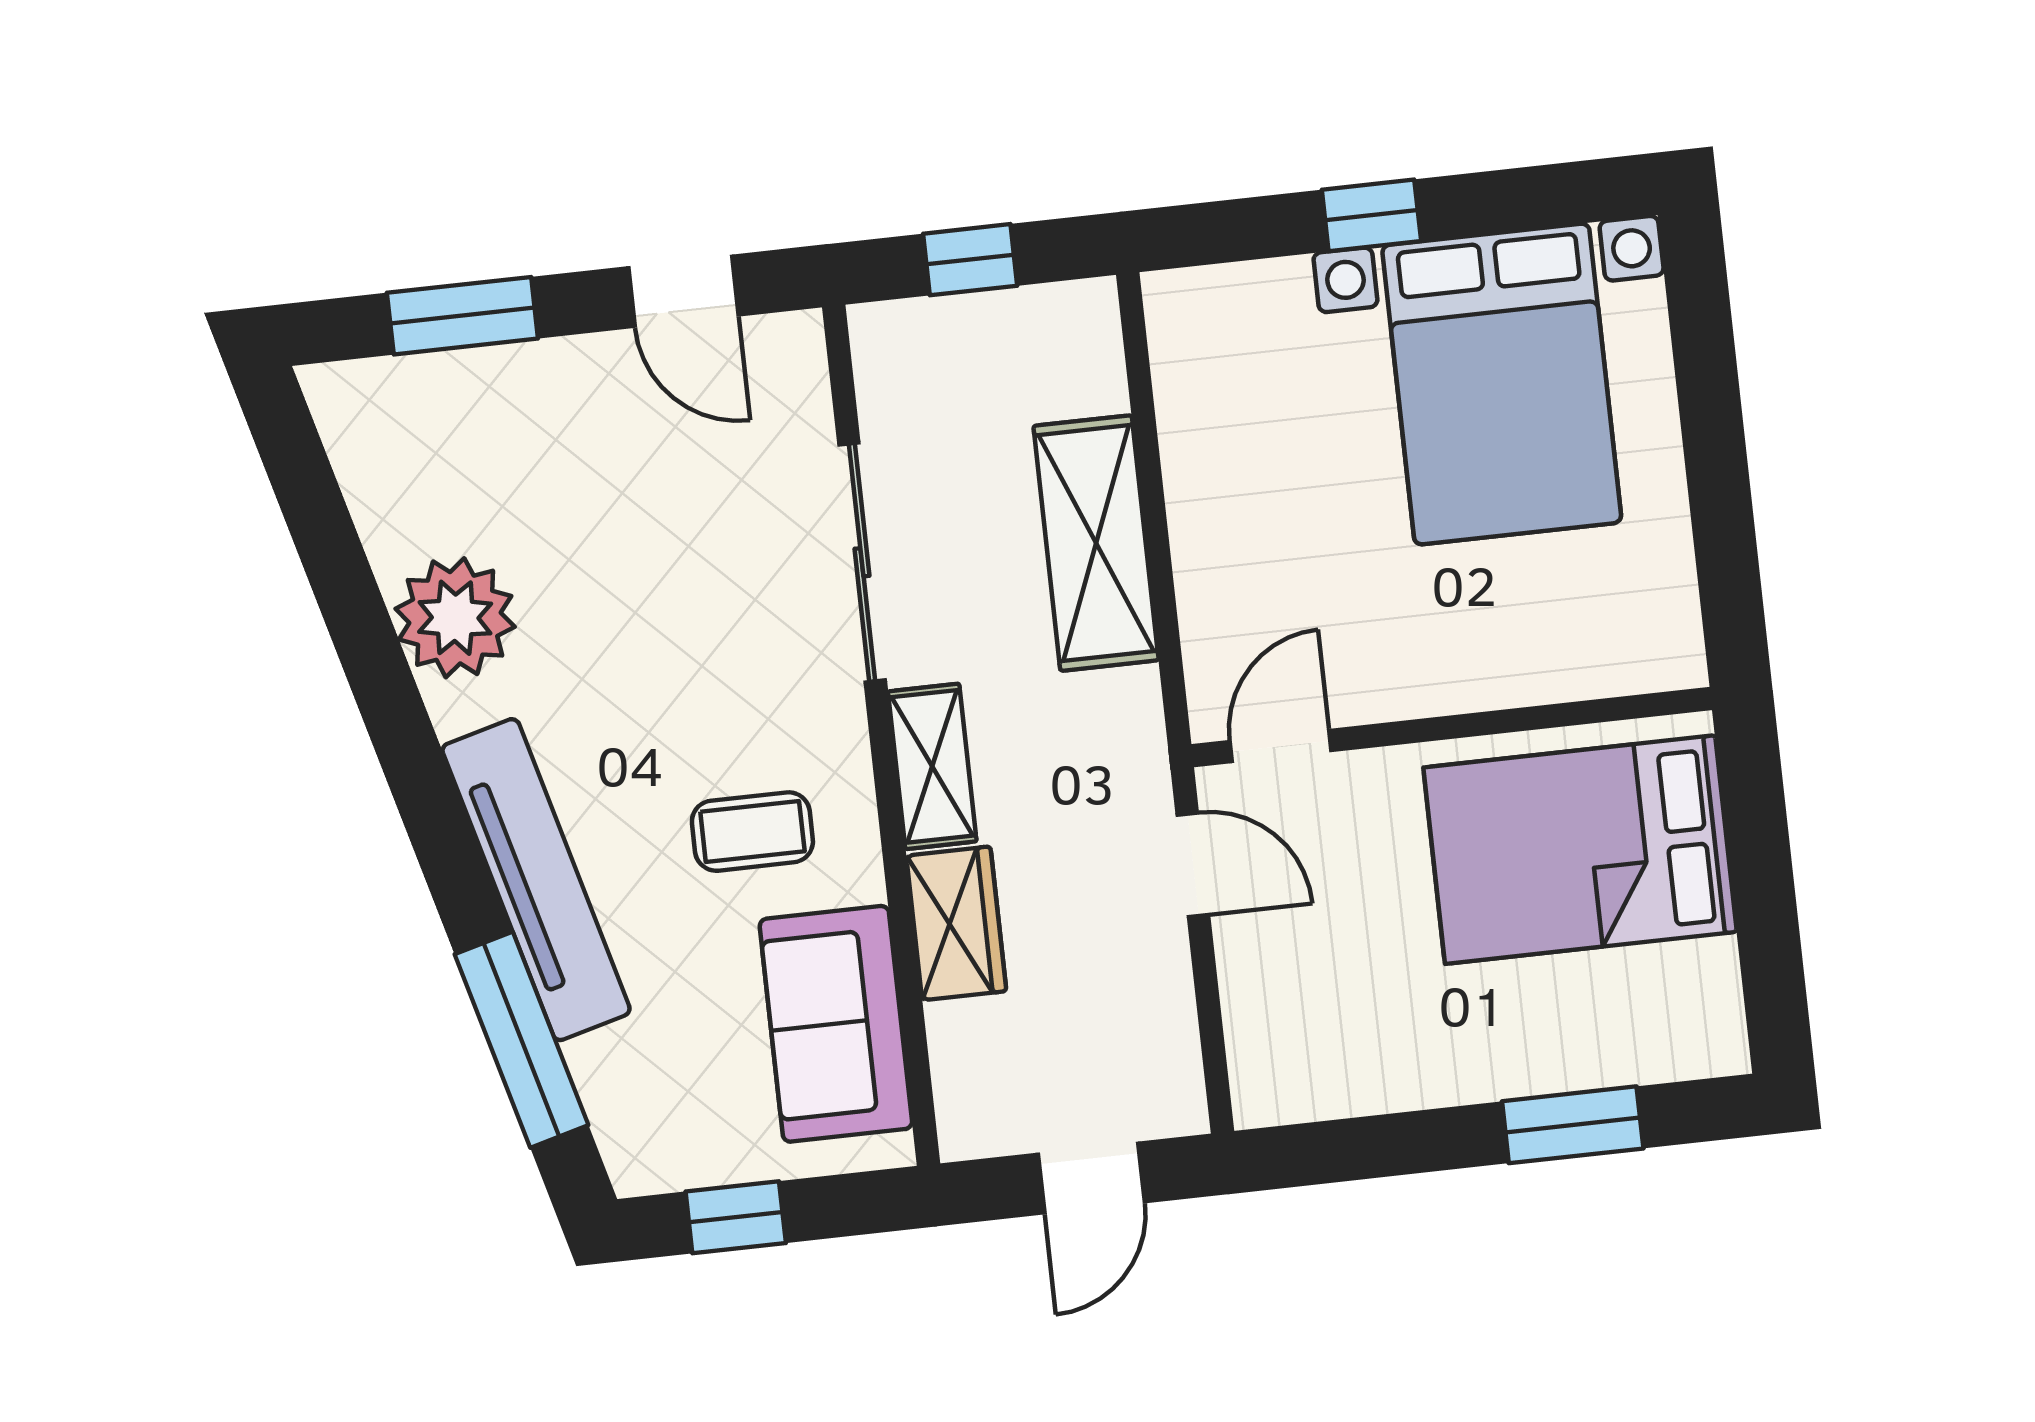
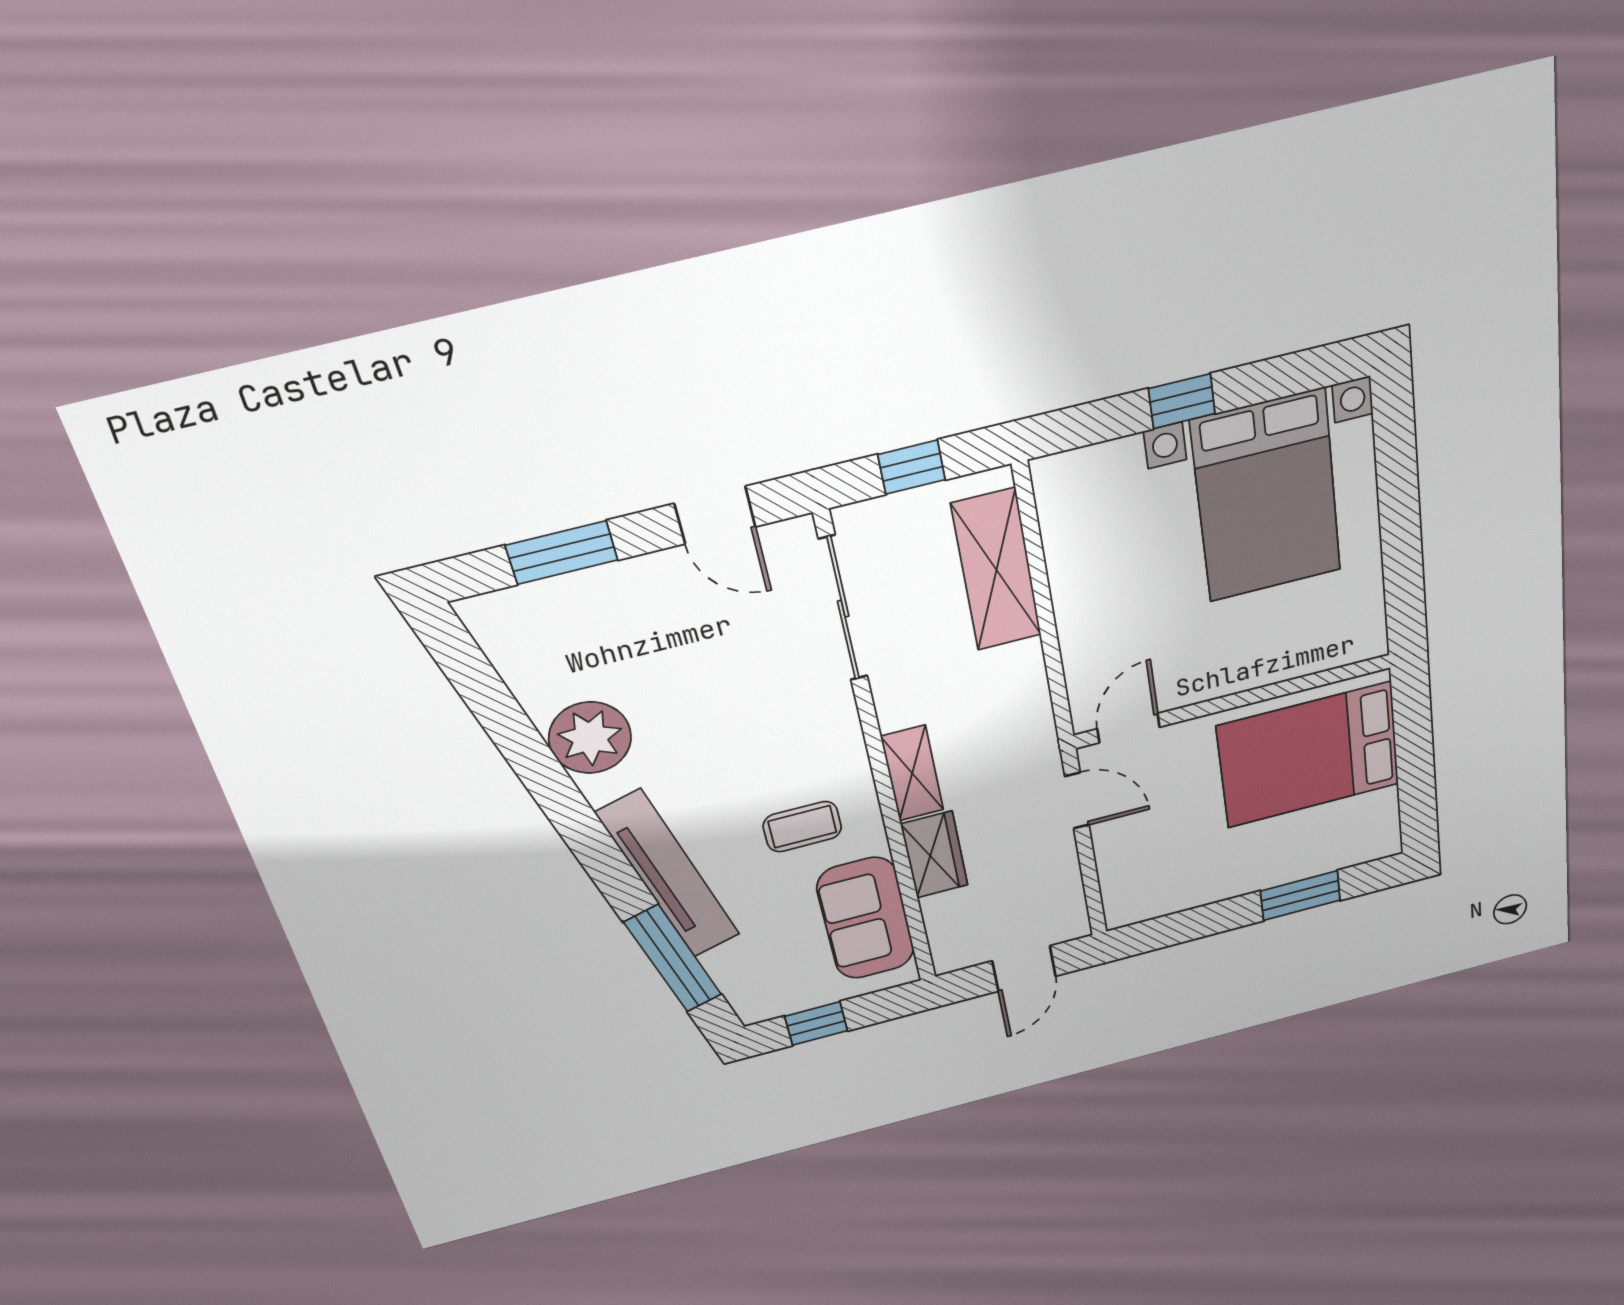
shelving: (1096, 543) -> (996, 570), moved
sliding door: (862, 562) -> (843, 609), moved

